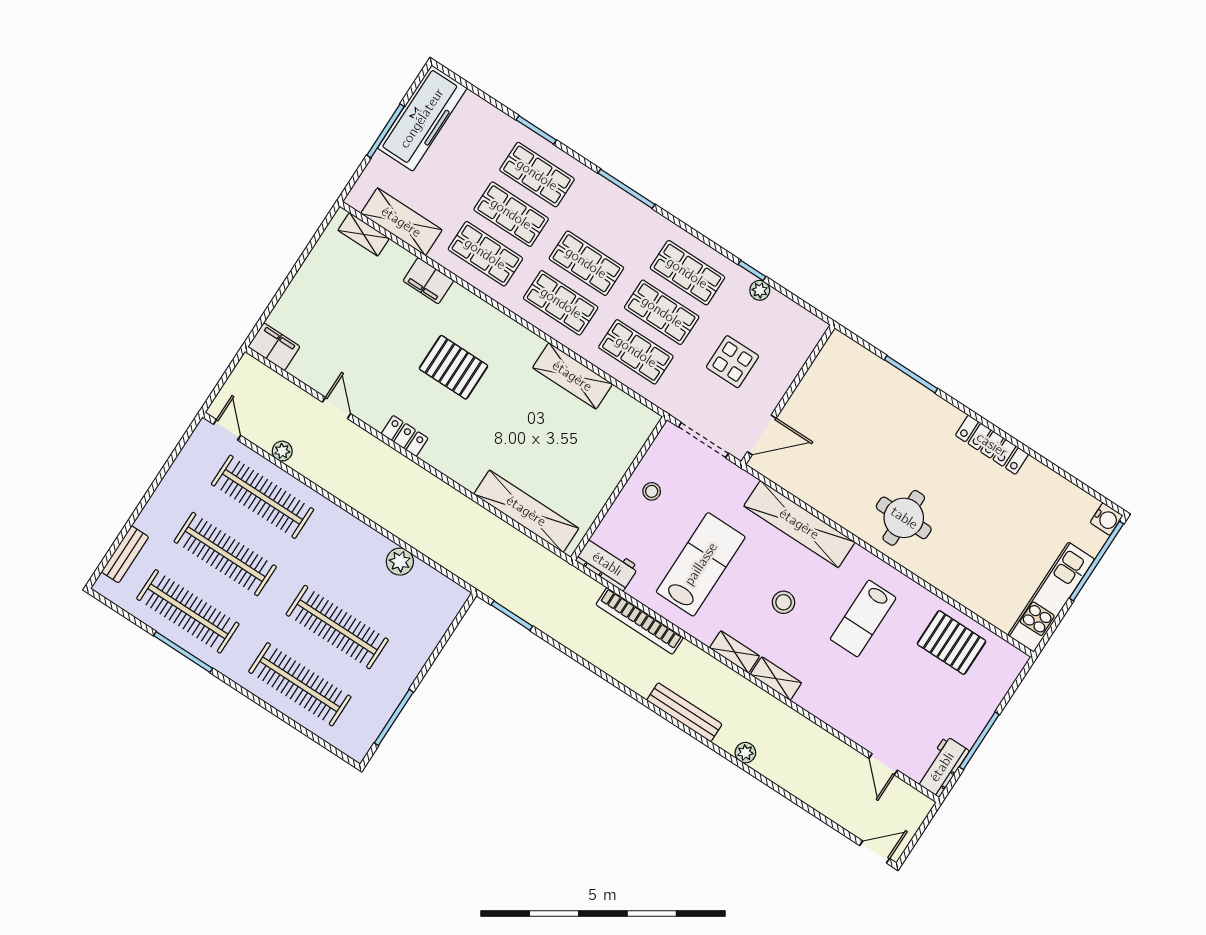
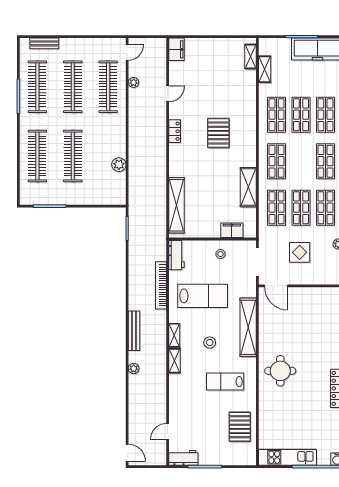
shelving: (401, 222) -> (265, 69), width x0.67, depth x0.75
shop shelf: (586, 263) -> (325, 161), moved
filing cabinet: (428, 281) -> (232, 230), moved, turned 90

